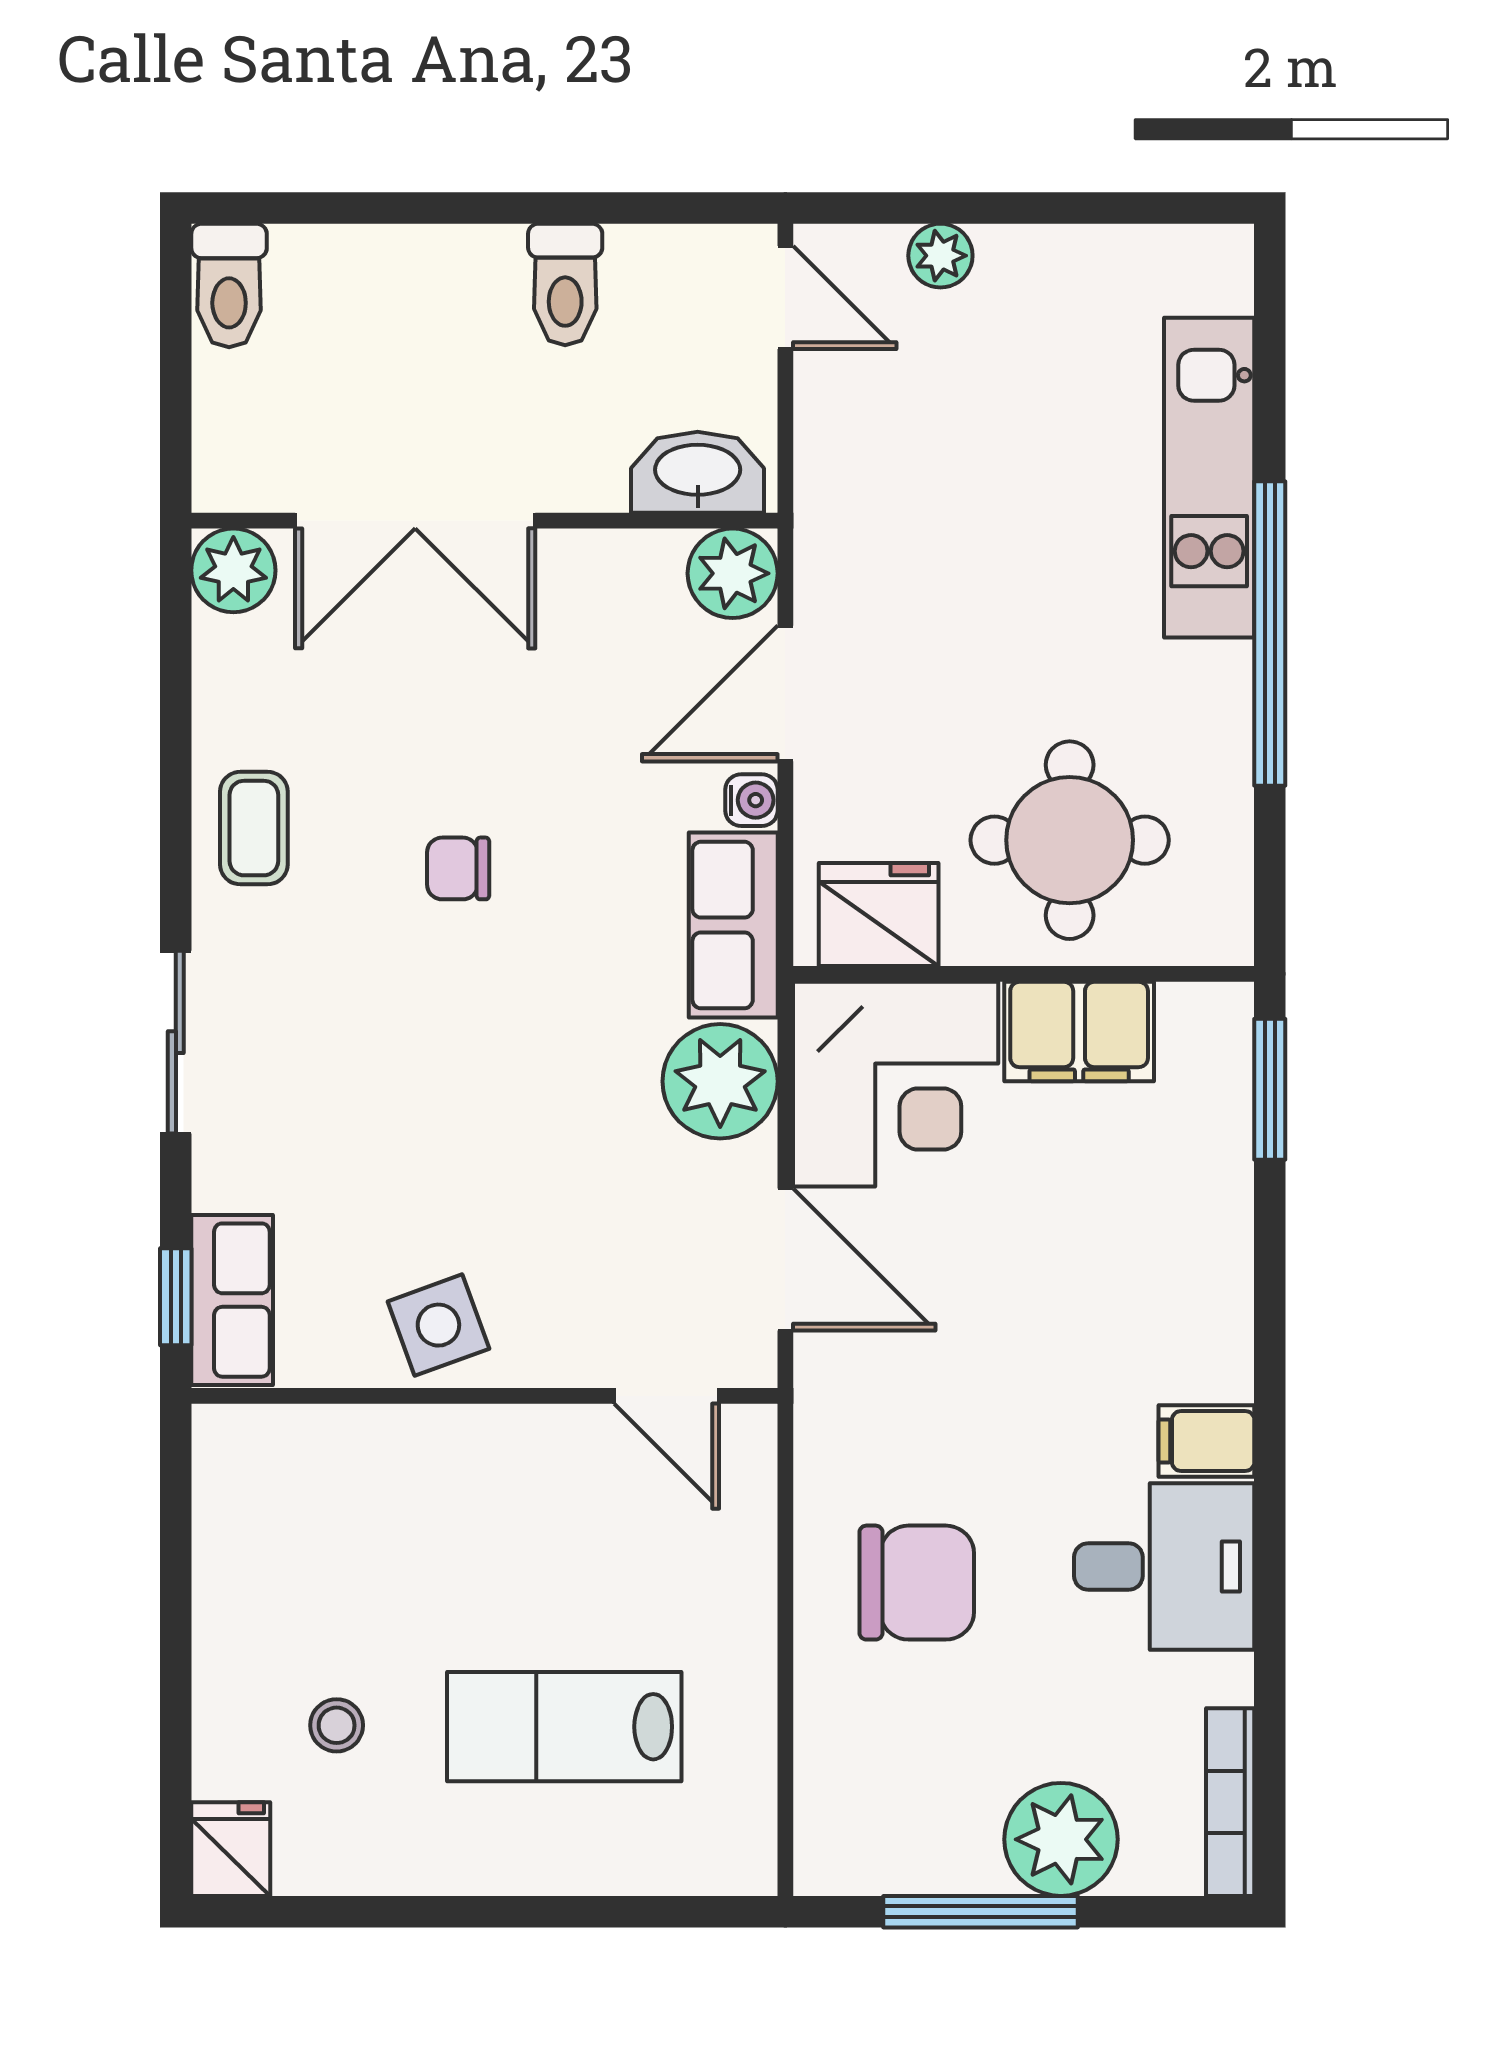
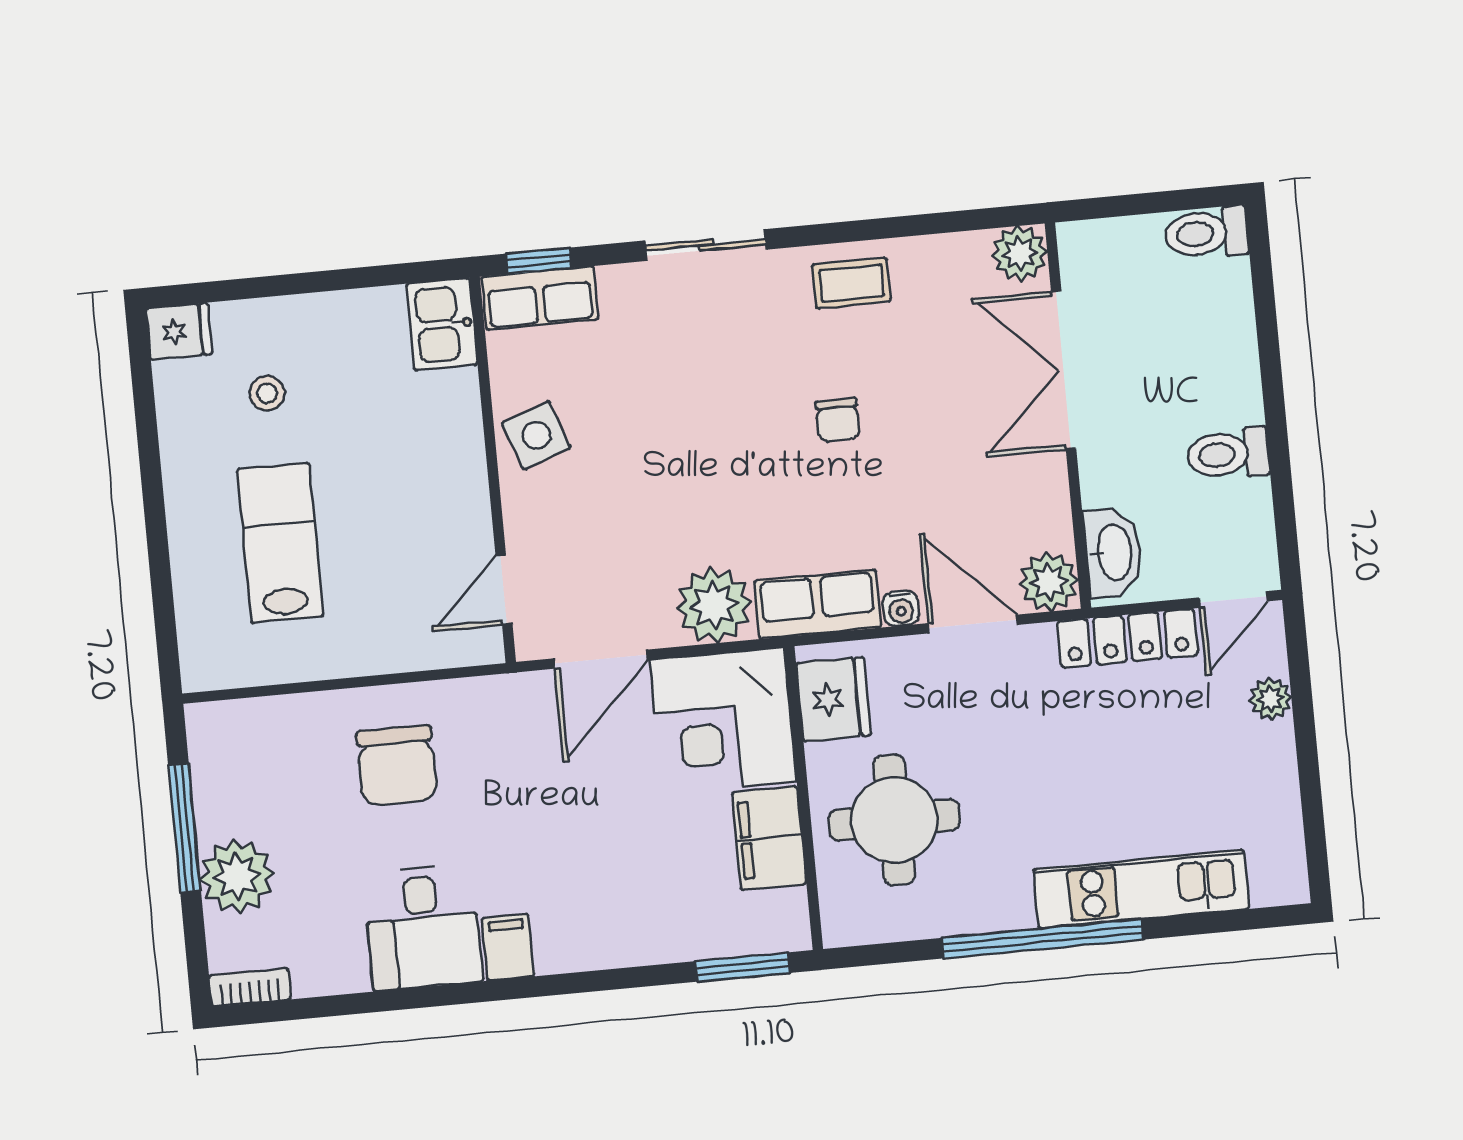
locker: (829, 463) -> (1127, 638), added
chair: (458, 868) -> (838, 420), turned 180
kitchen sink: (258, 1452) -> (442, 324), added
bookcase: (1230, 1802) -> (250, 987), width x0.64

